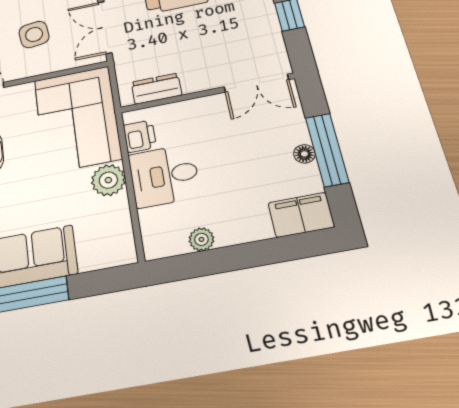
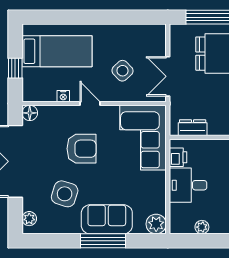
side table: (34, 34) -> (122, 71), turned -37
plant: (108, 180) -> (156, 224), moved

